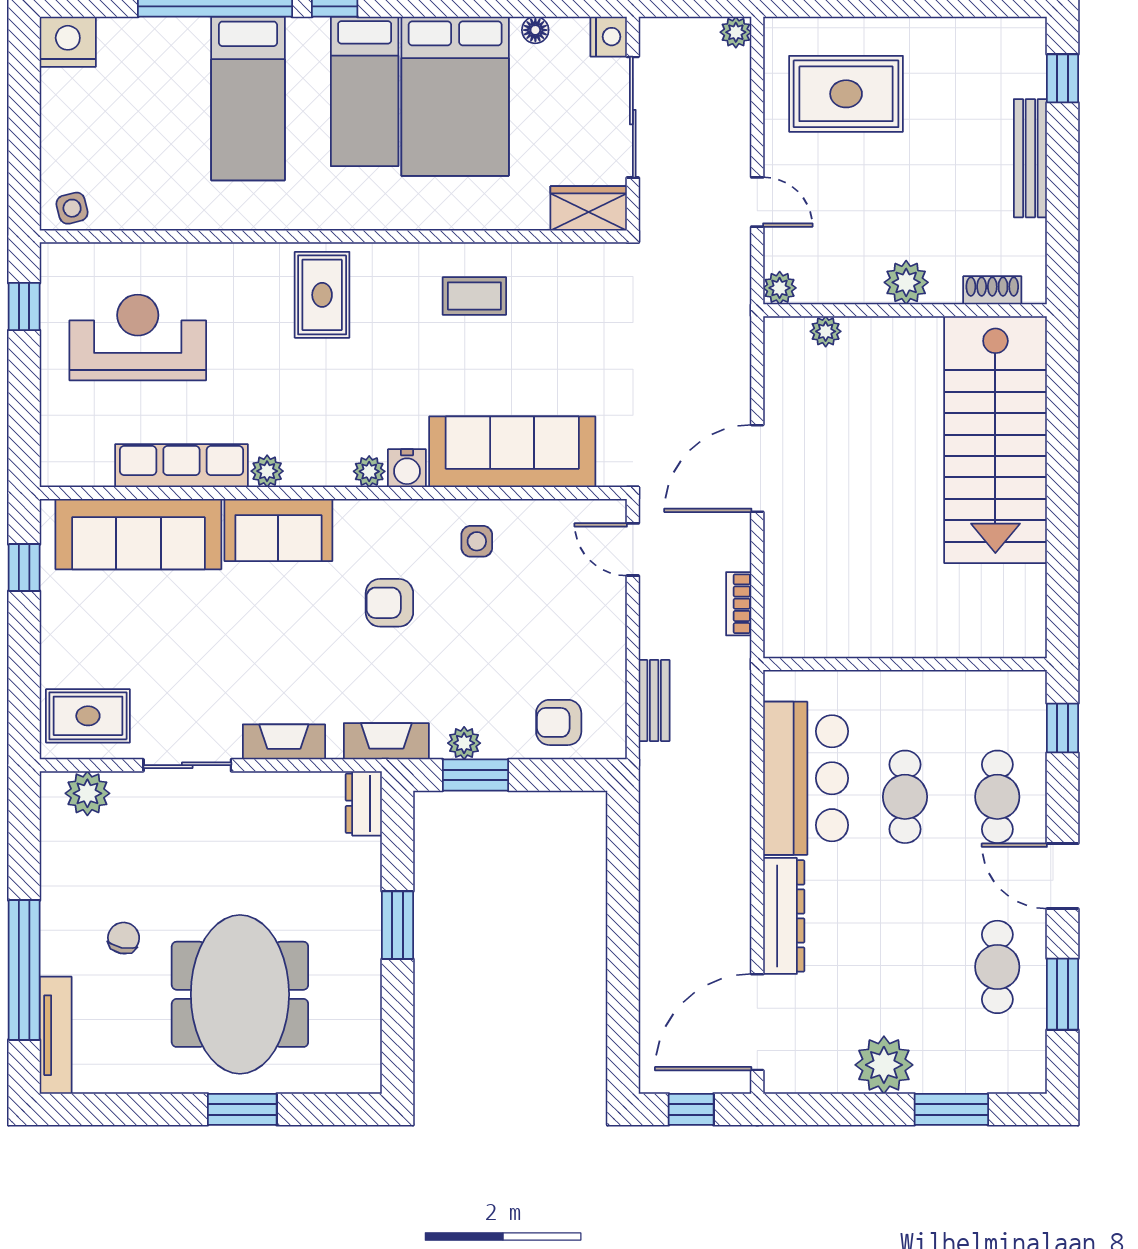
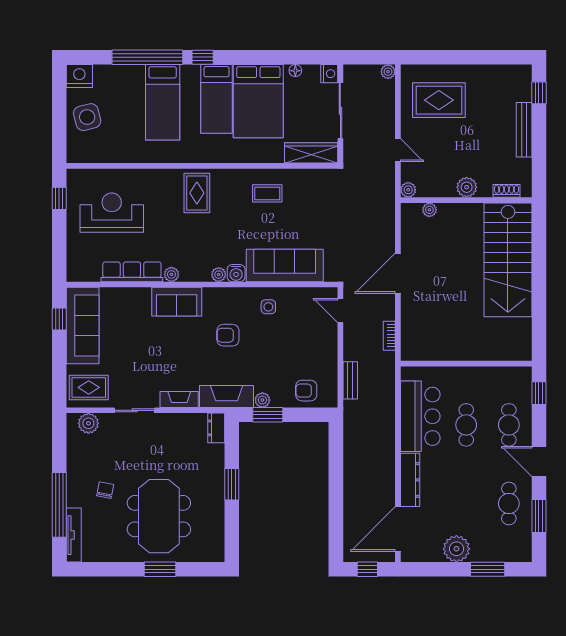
side table: (72, 208) -> (87, 117), moved, width x1.87, depth x1.87
wardrobe: (589, 208) -> (311, 153), width x1.50
sofa: (138, 534) -> (83, 326), moved, turned -90
fireplace: (386, 741) -> (227, 397), width x1.37, depth x1.32

